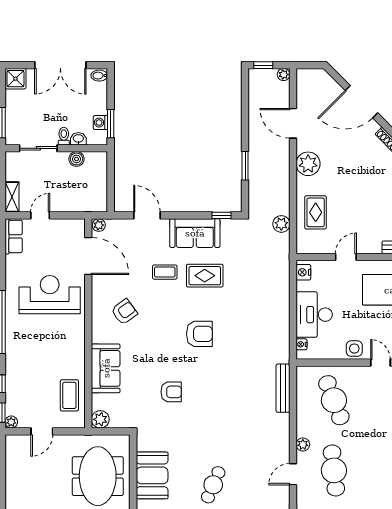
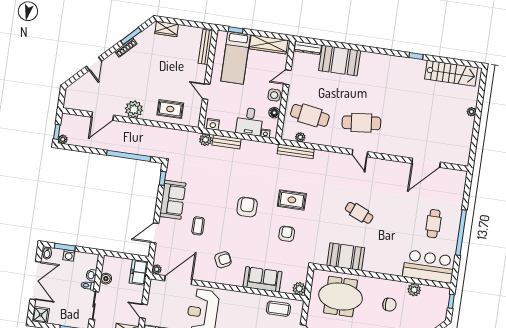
plant: (284, 75) -> (63, 139), moved
door: (361, 102) -> (94, 64), width x0.53
washing machine: (100, 123) -> (69, 255), moved
window: (111, 124) -> (65, 247), moved
window: (245, 166) -> (129, 156), width x2.11
freezer: (91, 202) -> (139, 272), added
plant: (281, 224) -> (205, 140), moved
rug: (205, 276) -> (292, 200), moved, turned 90
bench: (283, 294) -> (227, 142), added
armchair: (124, 312) -> (223, 260), turned 100
desk: (314, 315) -> (250, 121), width x0.73
floor lamp: (331, 352) -> (274, 113), added
cafe table: (334, 400) -> (310, 115), turned 30
plant: (303, 444) -> (300, 137), moved

